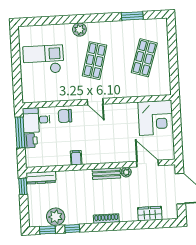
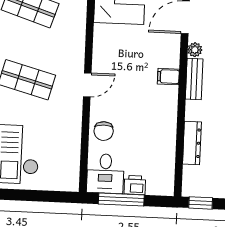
filing cabinet: (76, 158) -> (168, 77), moved
dresser: (41, 178) -> (192, 143), moved

